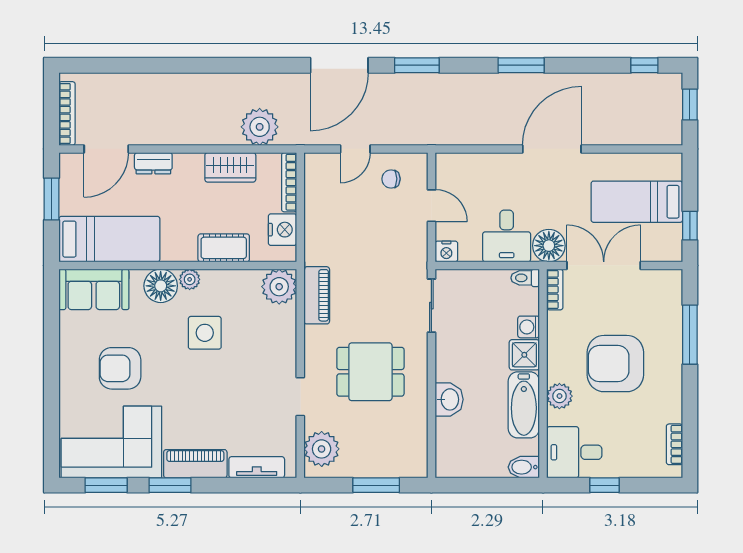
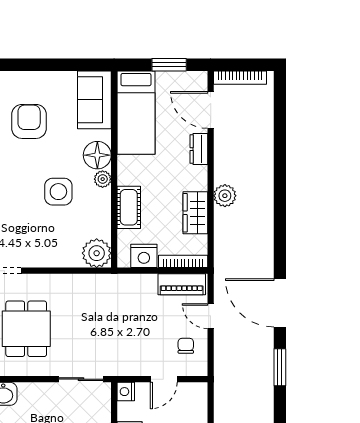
plant: (260, 127) -> (225, 196), moved, width x0.73, depth x0.73
piano: (317, 295) -> (182, 284), moved

